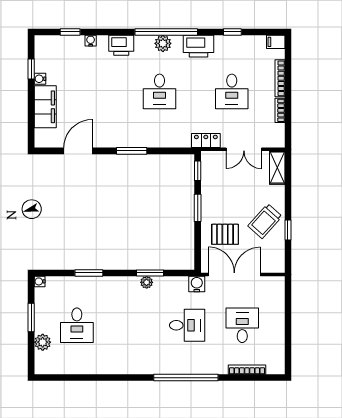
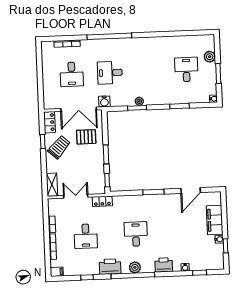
desk: (232, 91) -> (86, 236), turned 180
locker: (277, 258) -> (49, 122), added

